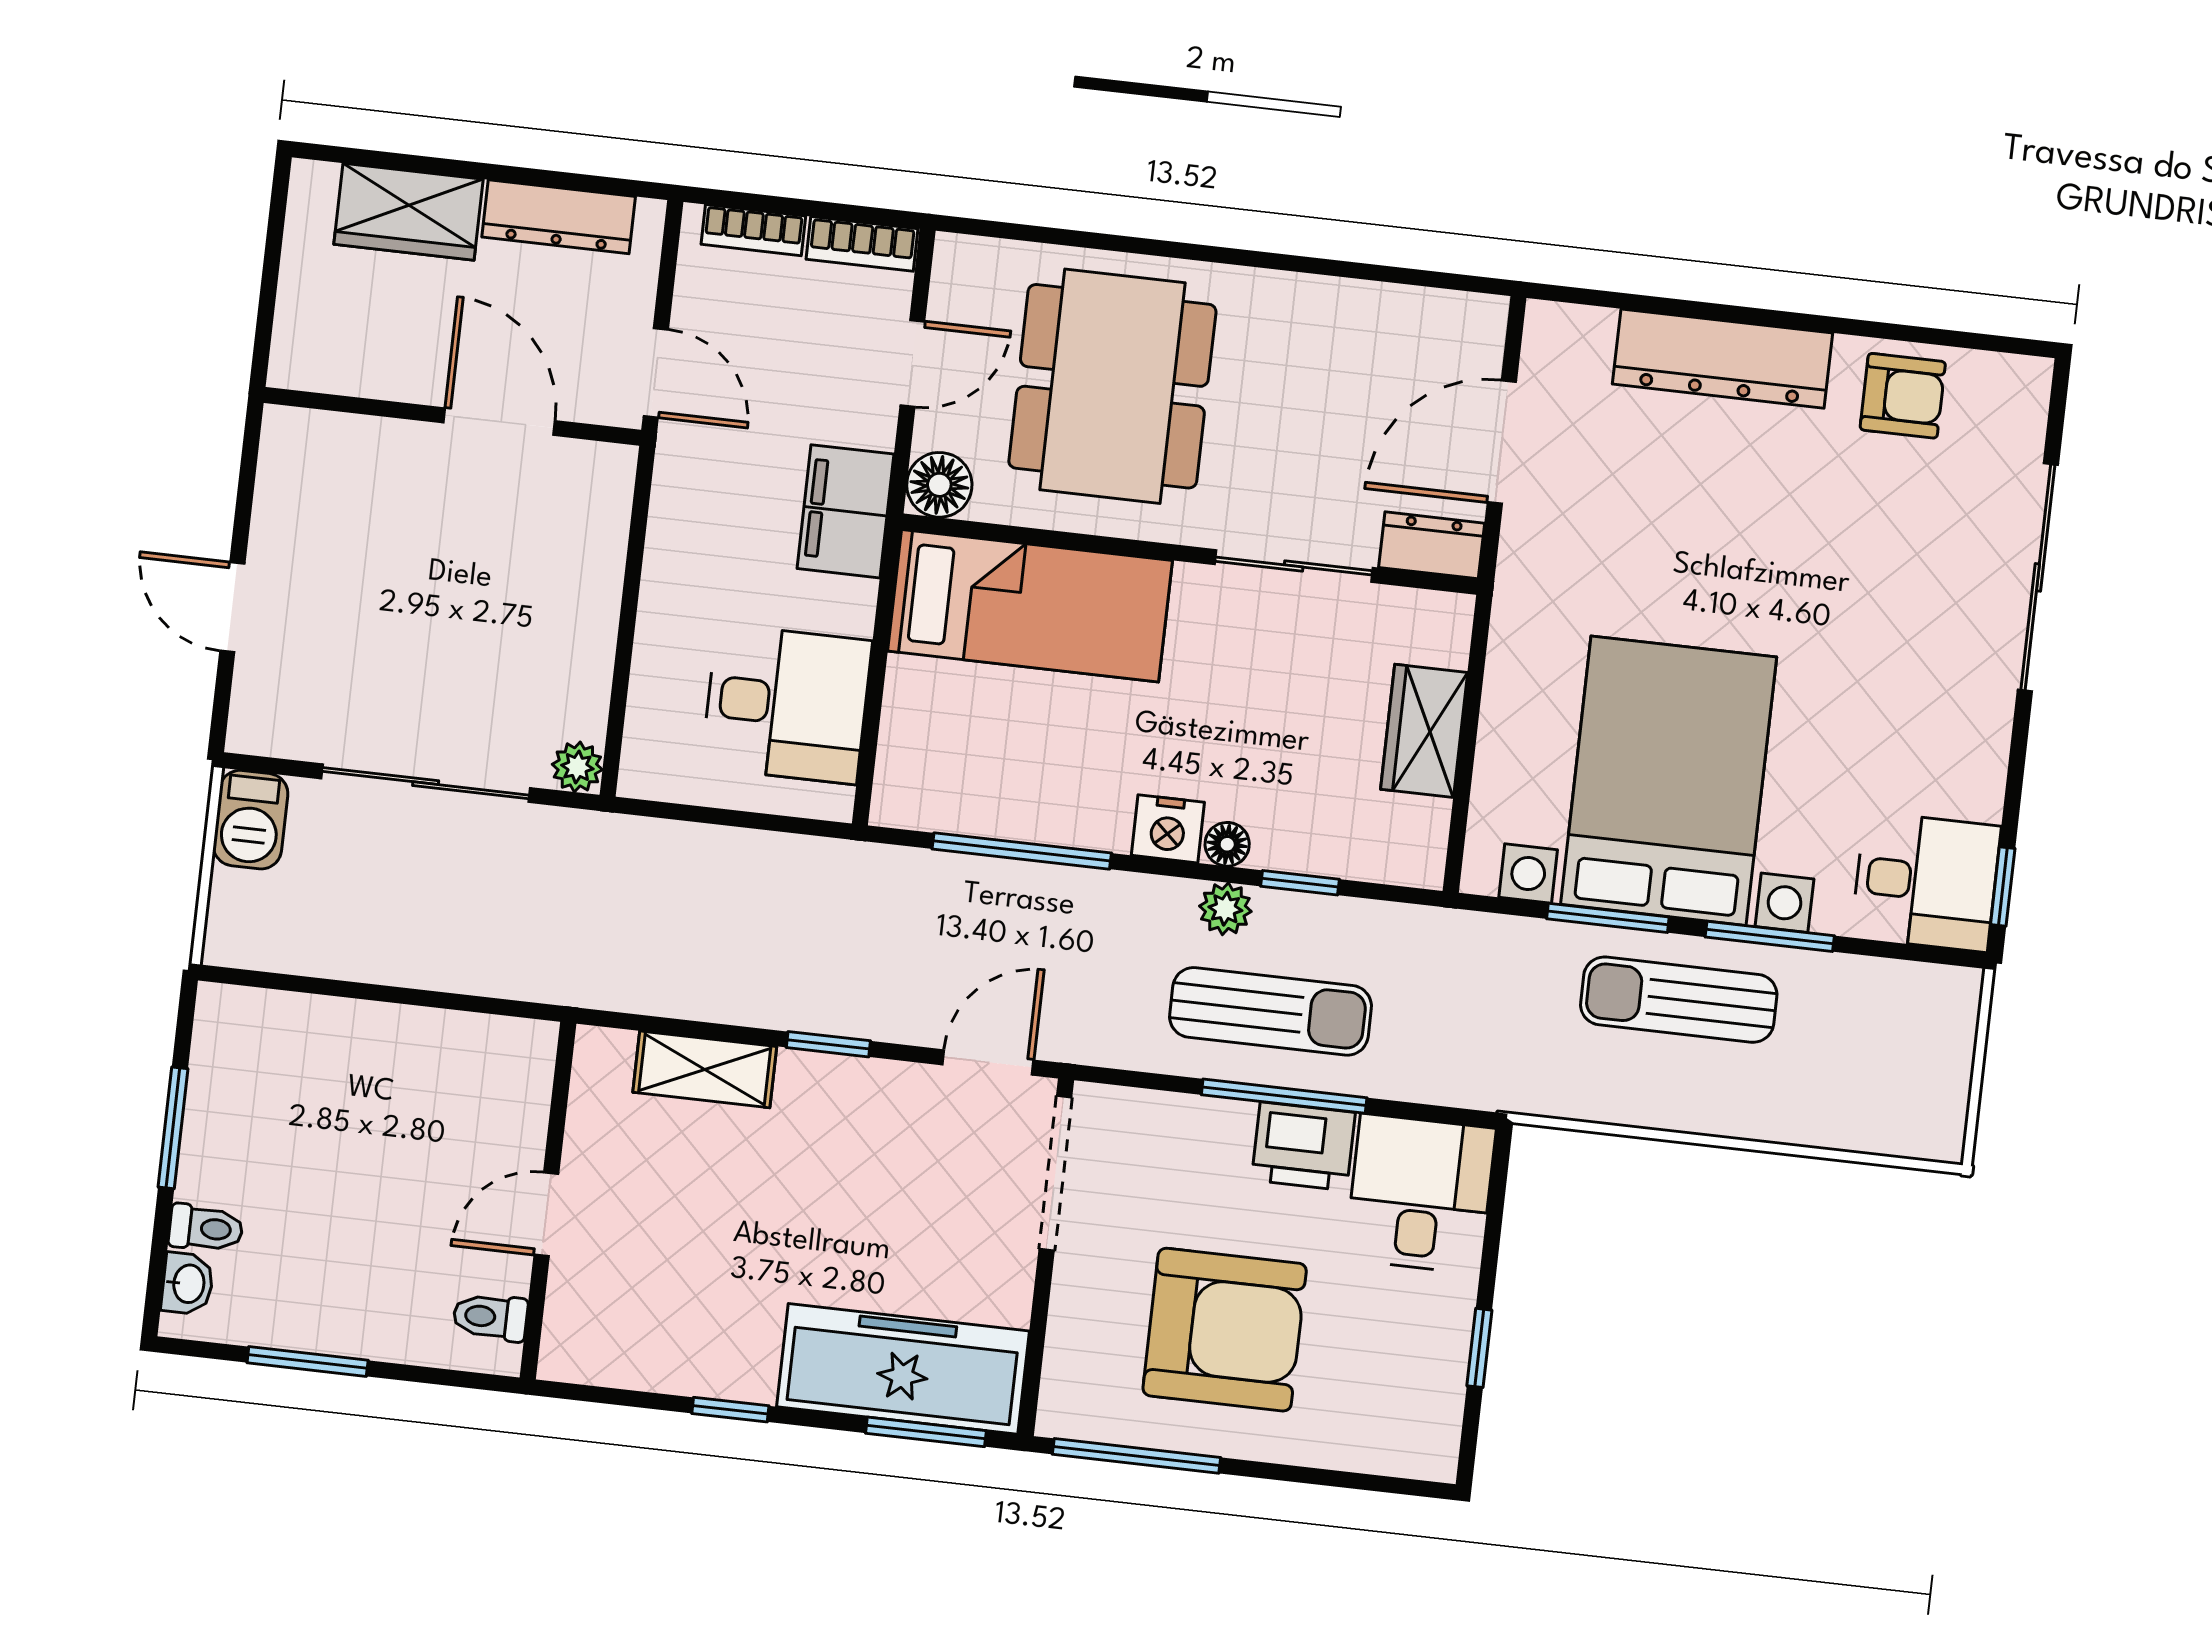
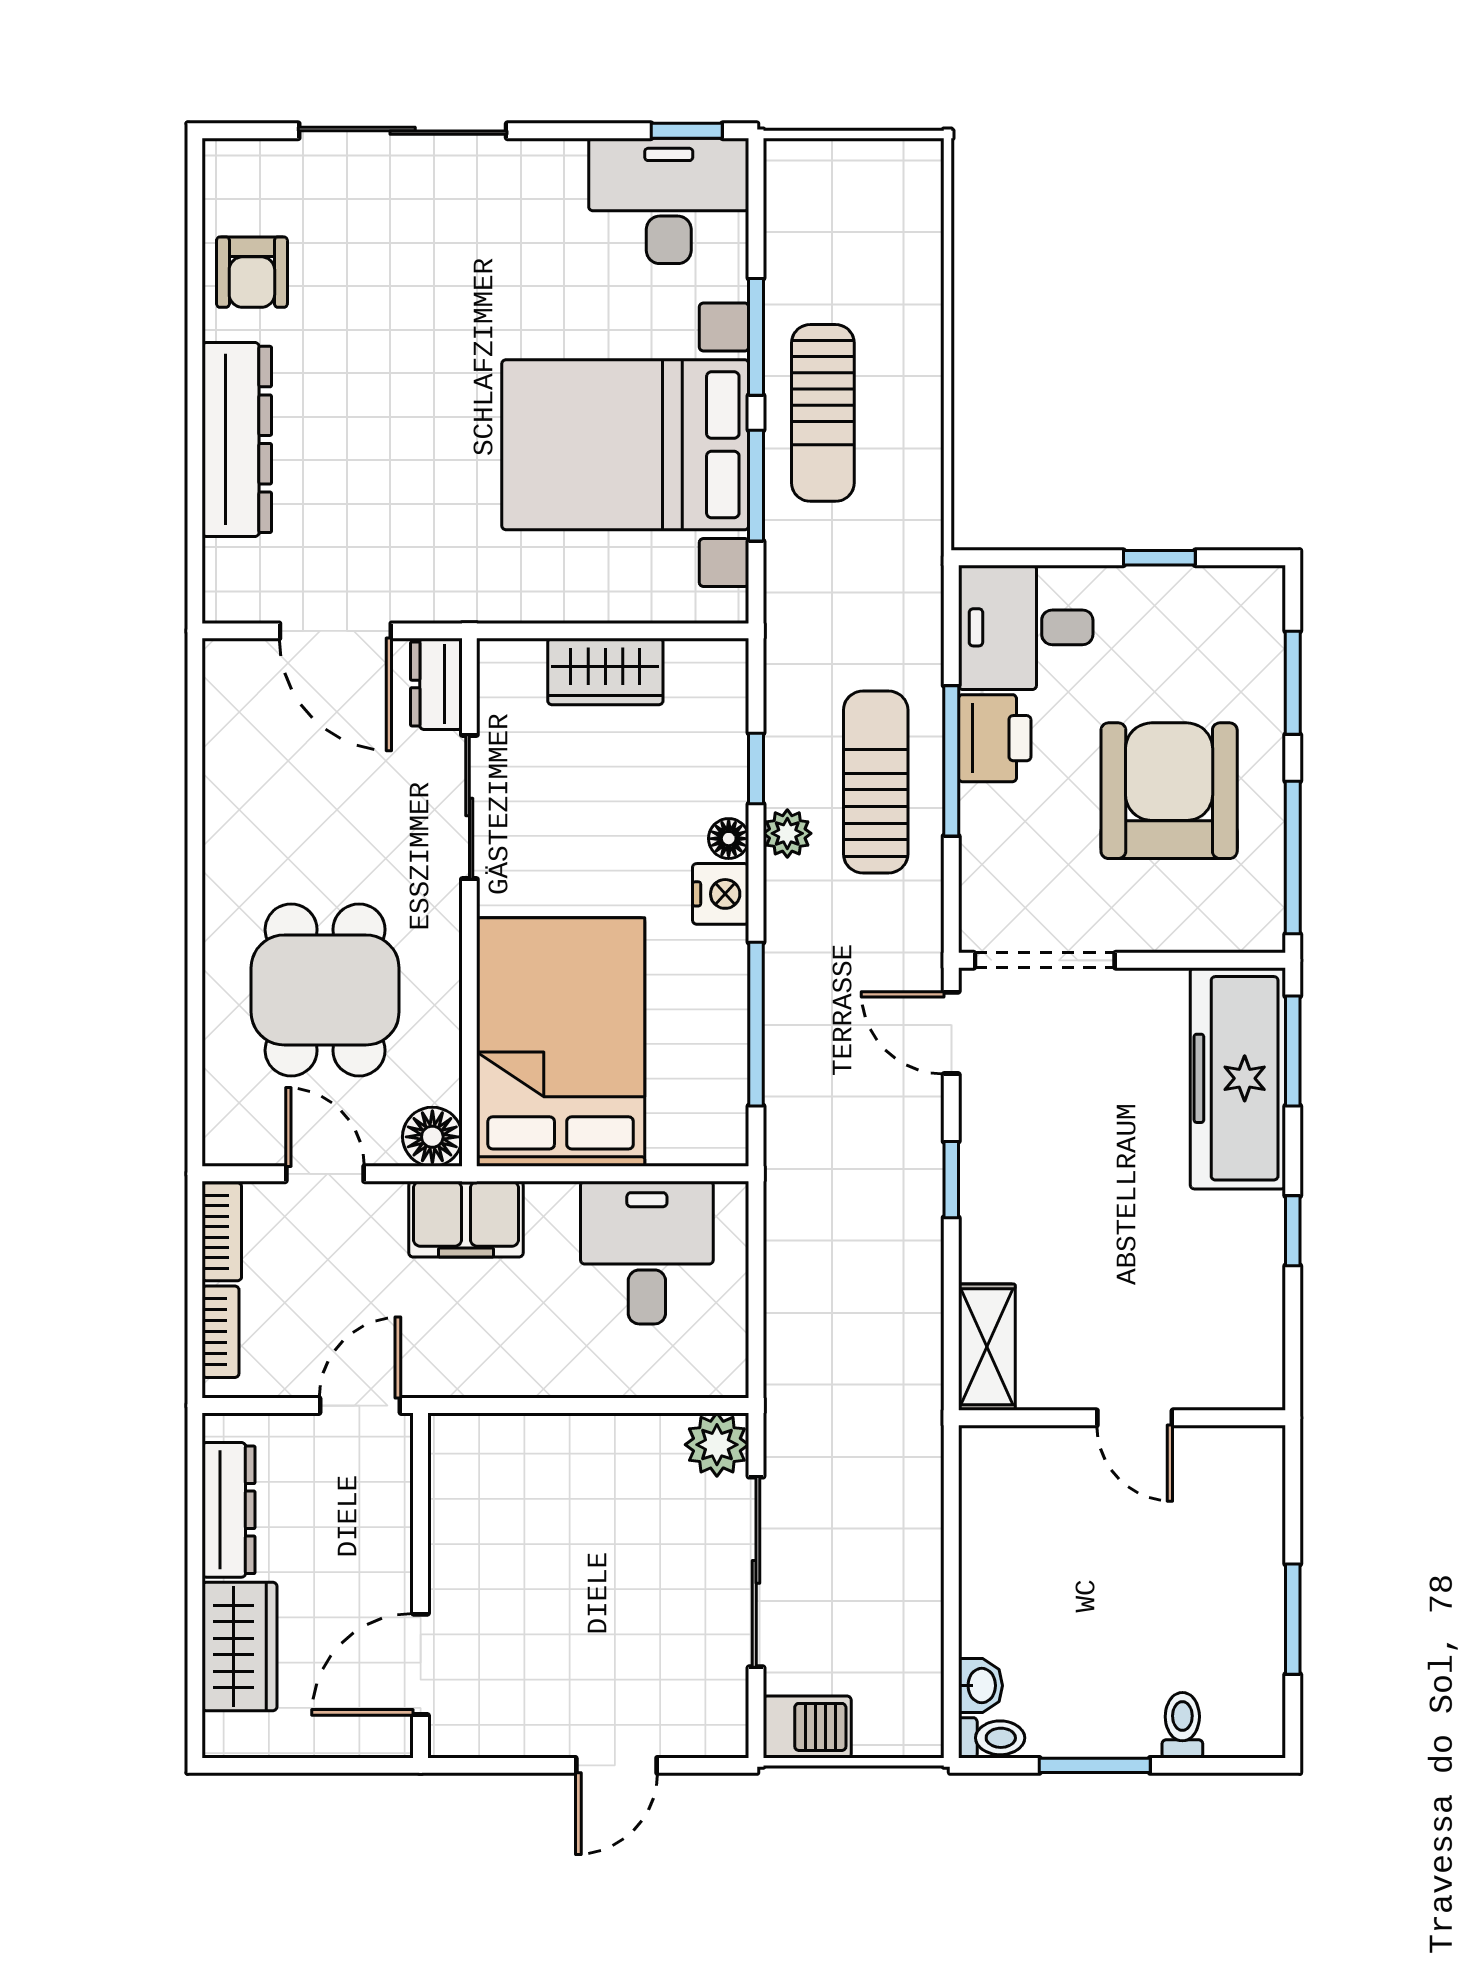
dining table: (1112, 386) -> (325, 990), width x0.73
armchair: (1903, 396) -> (252, 272), turned 180
door: (499, 422) -> (421, 1664), moved
bed: (1030, 606) -> (561, 1042), width x1.50
plant: (577, 767) -> (717, 1445), width x1.38, depth x1.38
desk: (1926, 882) -> (669, 201), width x1.37
shelving: (705, 1069) -> (987, 1347), moved
washbasin: (187, 1284) -> (980, 1686), moved, turned 90
toilet: (490, 1317) -> (992, 1738), moved, turned -90
window: (1327, 1478) -> (1293, 683), added

